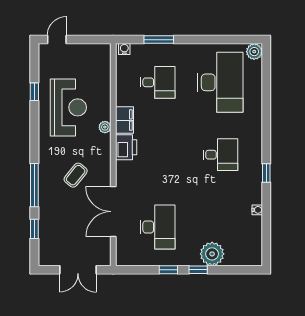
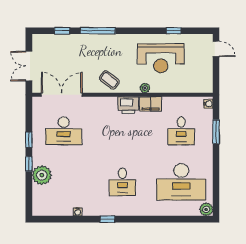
coffee table: (76, 175) -> (109, 80), moved
double door: (113, 212) -> (62, 95), moved

